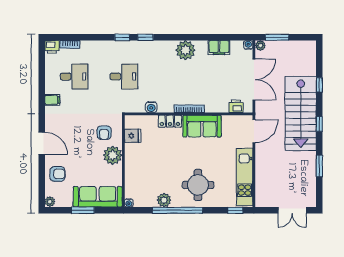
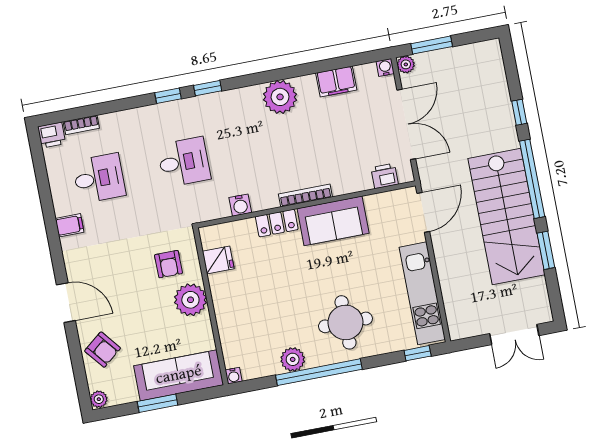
stairs: (301, 113) -> (506, 217), moved
window: (319, 124) -> (532, 179), width x3.17
armchair: (57, 174) -> (103, 350), turned 51

